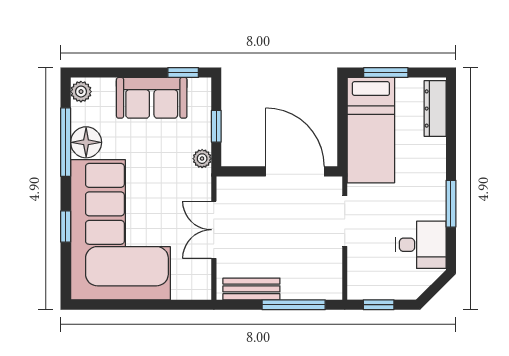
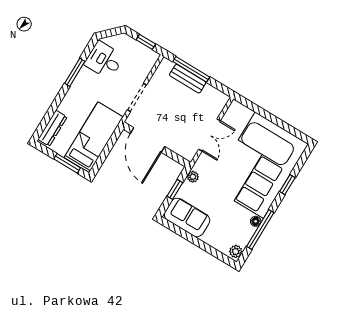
window: (183, 73) -> (175, 229), removed
sofa: (152, 98) -> (187, 217), moved
floor lamp: (86, 142) -> (256, 221), width x0.53, depth x0.53
bench: (251, 289) -> (188, 79), moved

